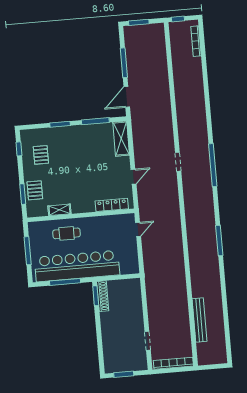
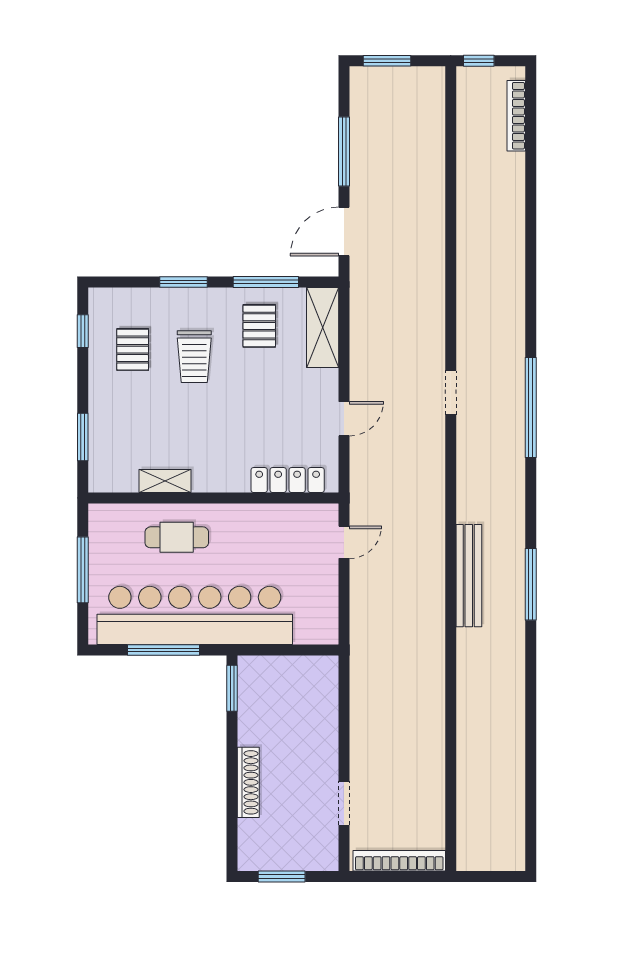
trolley: (67, 156) -> (194, 357), added
pallet: (35, 190) -> (259, 326), moved
shoe rack: (103, 296) -> (248, 782), moved
bench: (199, 320) -> (469, 576), moved

